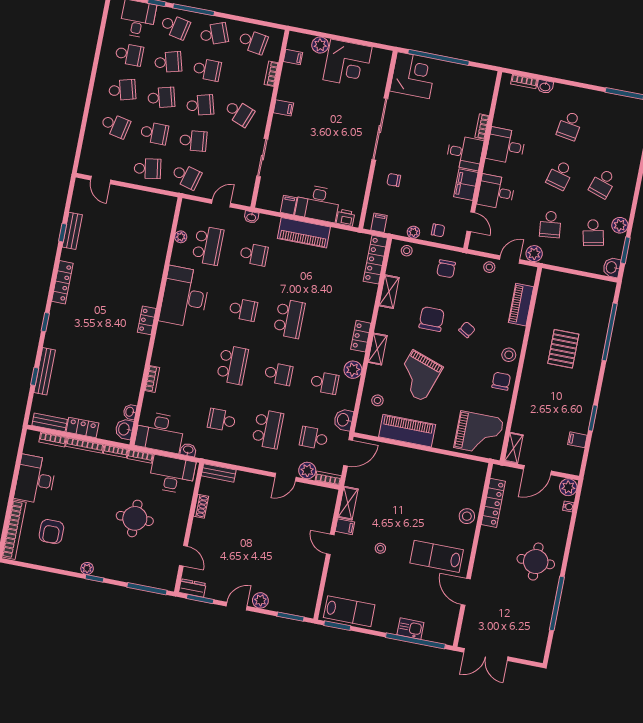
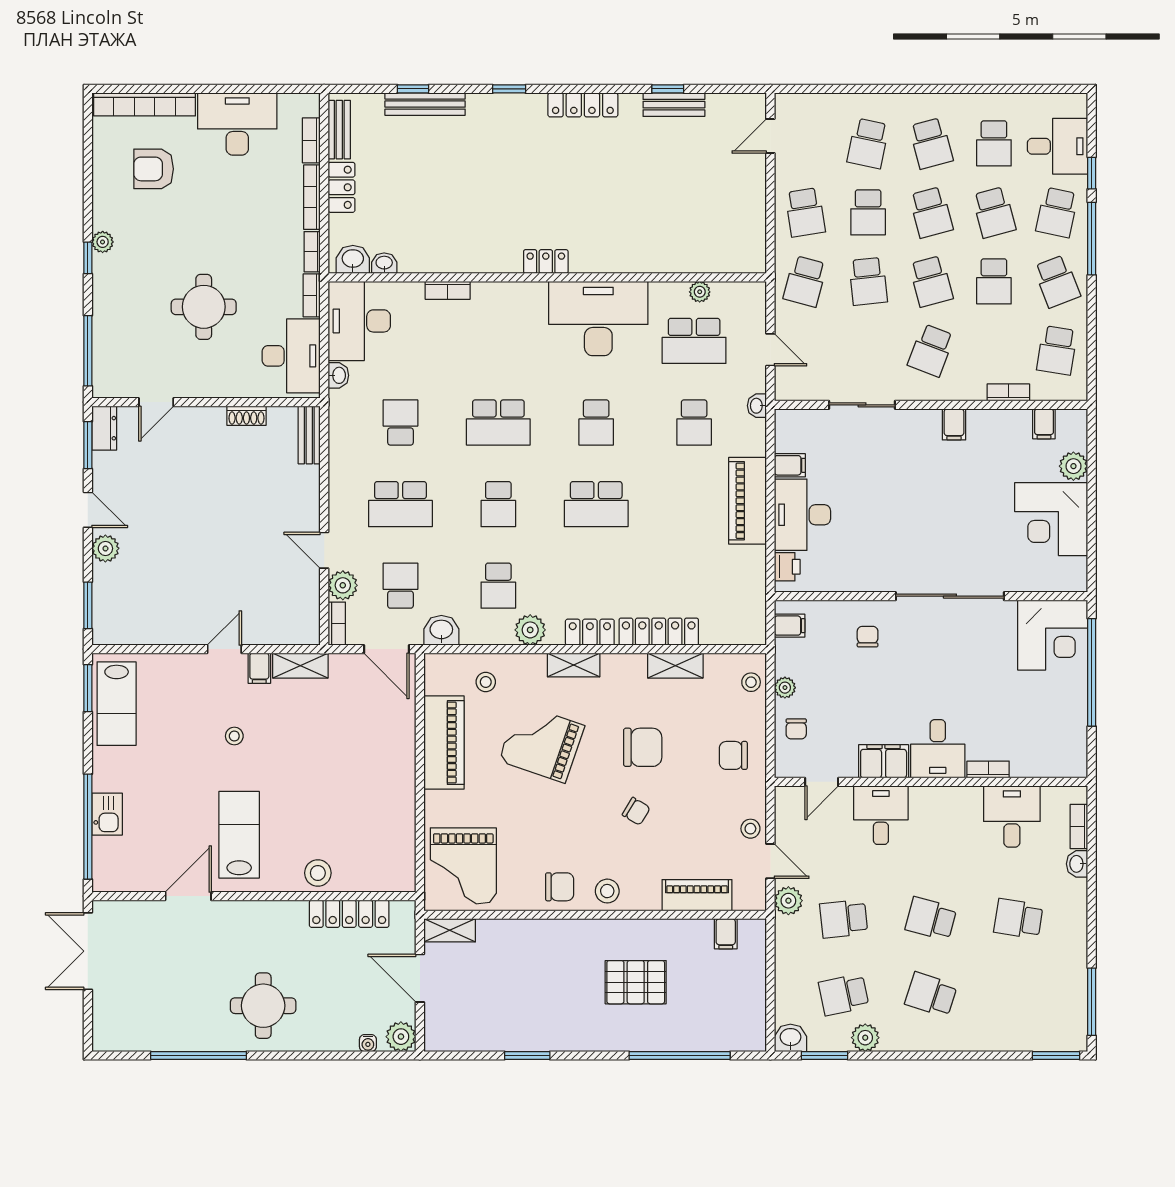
desk: (506, 146) -> (1012, 817), moved
locker: (375, 260) -> (659, 632), moved
filing cabinet: (577, 440) -> (726, 934), moved, turned 180

